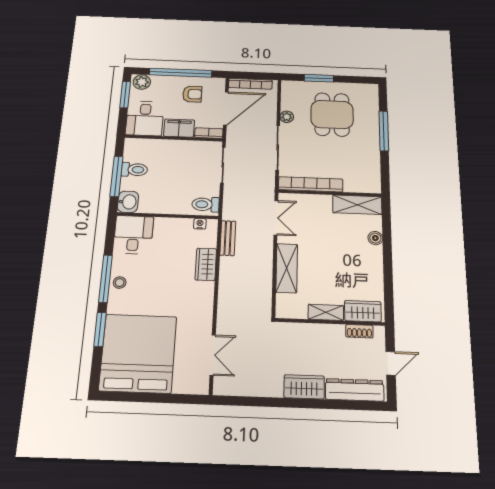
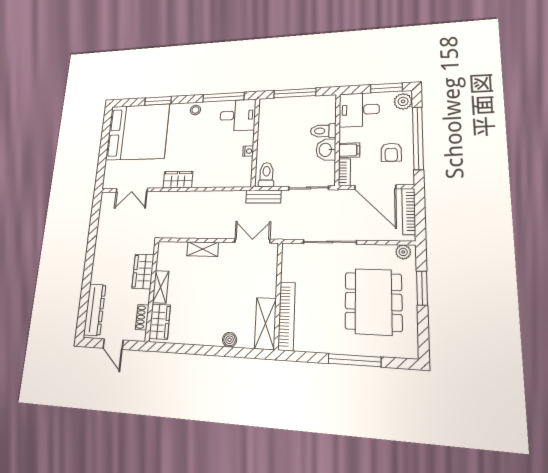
dining table: (332, 114) -> (373, 302), width x1.38
plant: (287, 117) -> (403, 252), moved
filing cabinet: (179, 128) -> (349, 150), width x0.50
toilet: (134, 170) -> (323, 131), moved, turned 90
bookcase: (311, 184) -> (287, 316), moved
washbasin: (128, 202) -> (326, 150), moved, turned 90
double door: (276, 218) -> (252, 241), swing flipped
nightstand: (200, 224) -> (248, 151), moved
bench: (228, 238) -> (263, 197), moved
wardrobe: (206, 264) -> (178, 180), moved
shelving: (287, 268) -> (203, 249), width x0.67, depth x0.75
window: (105, 279) -> (223, 97), moved
wardrobe: (304, 387) -> (143, 271), moved, turned 180

